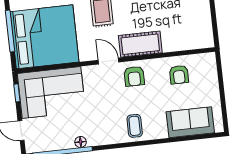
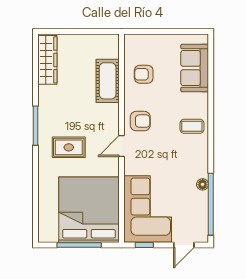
cot: (140, 44) -> (108, 81), moved
armchair: (179, 75) -> (144, 74), turned 180

